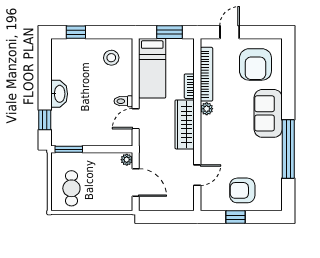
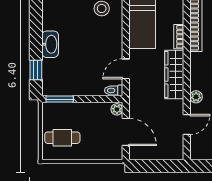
toilet: (123, 101) -> (114, 90), moved
plant: (207, 109) -> (196, 97), moved
cafe table: (71, 188) -> (62, 138), turned 90

